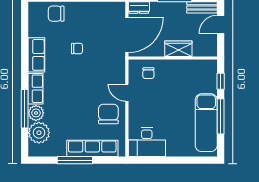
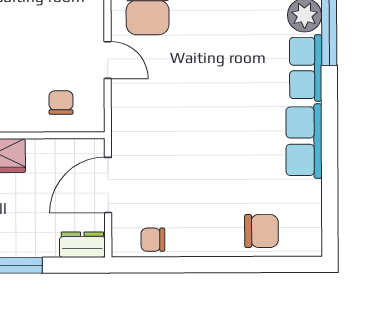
door: (127, 35) -> (108, 185), width x0.73
chair: (77, 49) -> (153, 240), moved

